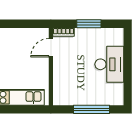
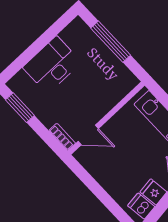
window: (89, 24) -> (20, 108), moved

